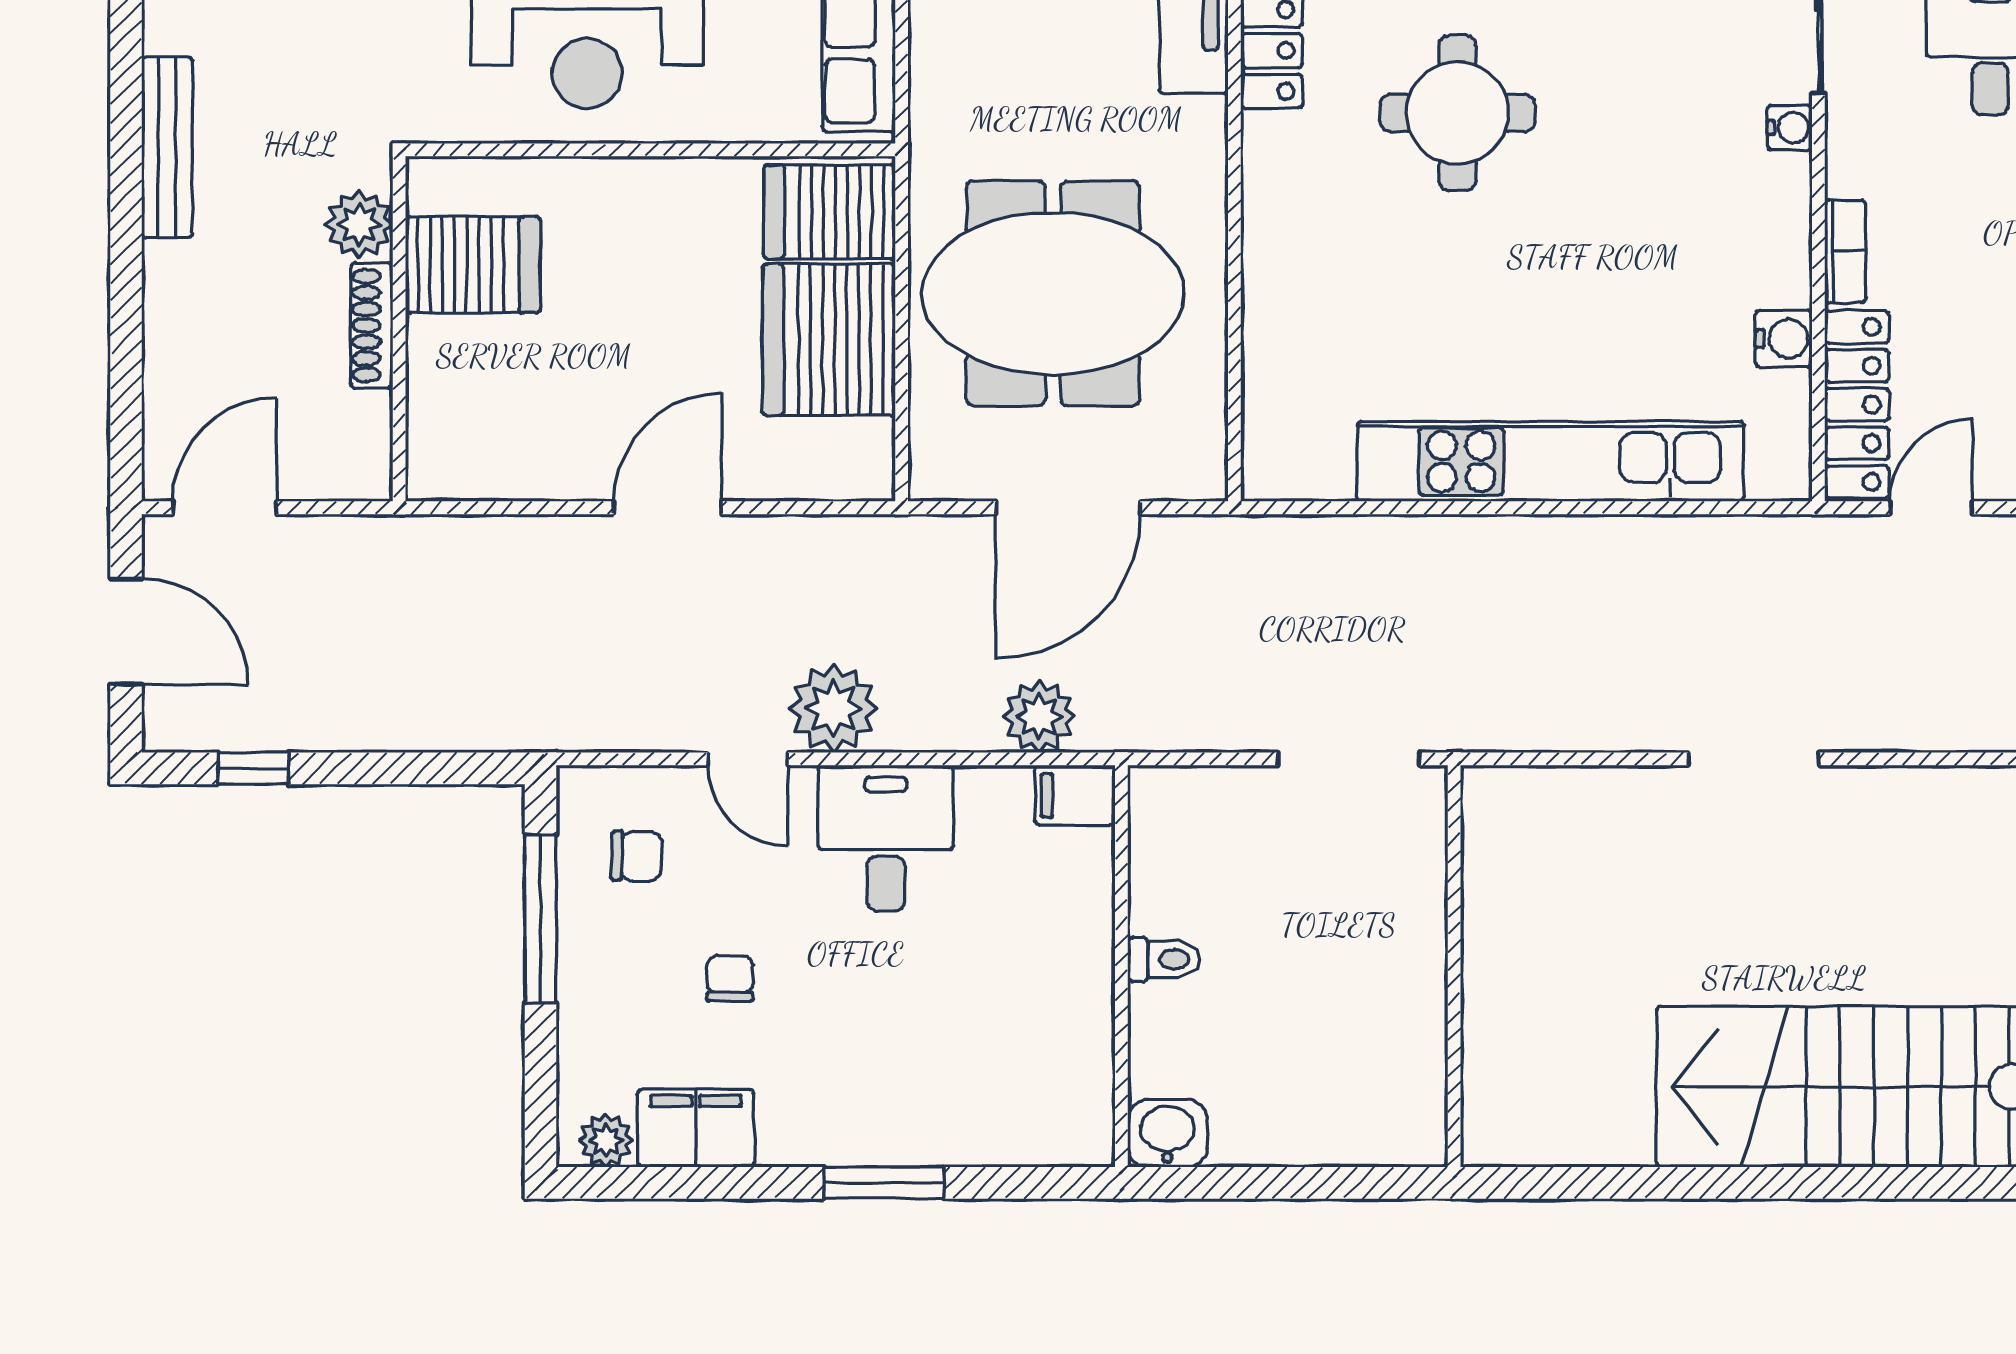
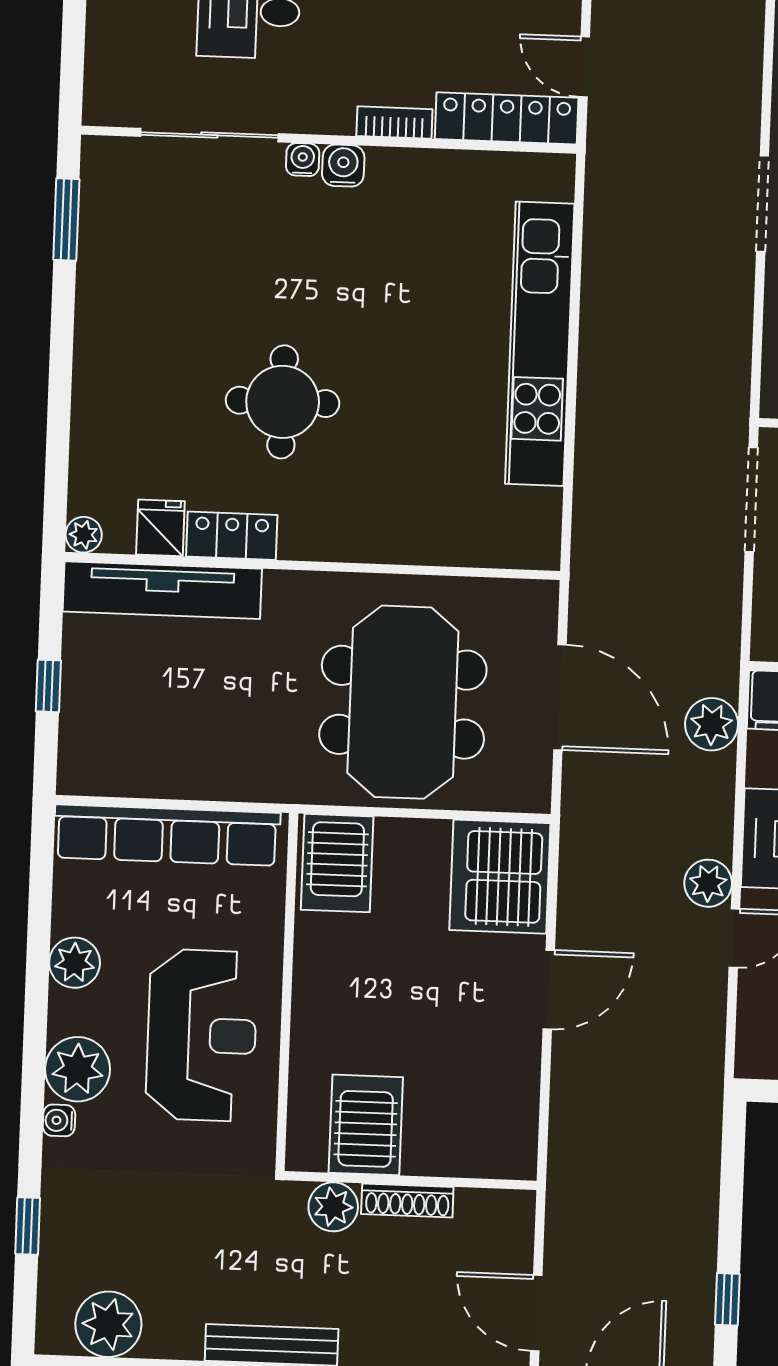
water cooler: (1784, 339) -> (343, 166), moved
server rack: (829, 340) -> (500, 877), moved, turned 90
door: (668, 508) -> (549, 990), swing flipped
plant: (833, 708) -> (708, 883), width x0.73, depth x0.73

